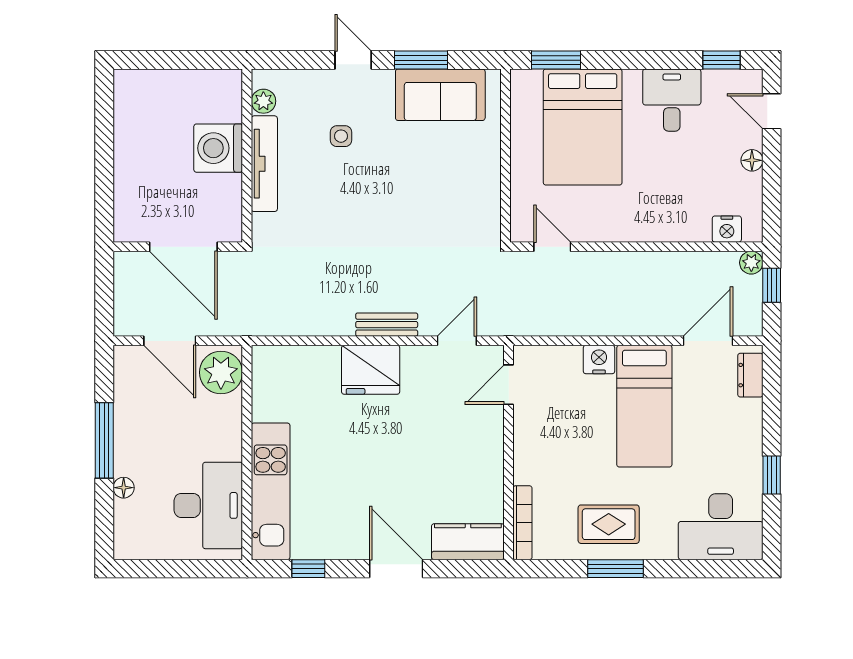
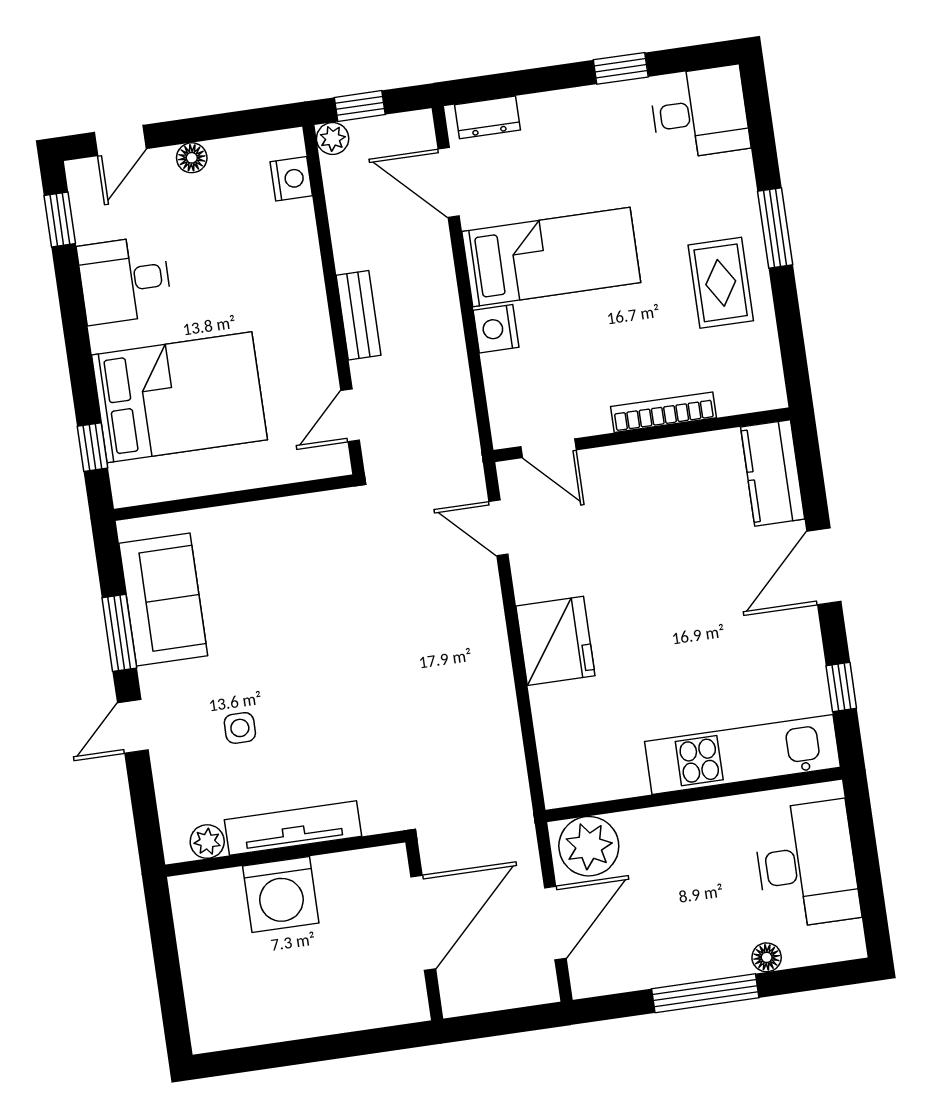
window: (556, 60) -> (93, 447), width x0.67
bench: (387, 325) -> (358, 315), moved
desk: (208, 505) -> (807, 864), moved, turned 90
bookcase: (522, 523) -> (663, 412), moved
desk: (721, 527) -> (700, 113), width x0.73
window: (616, 569) -> (775, 228), moved

